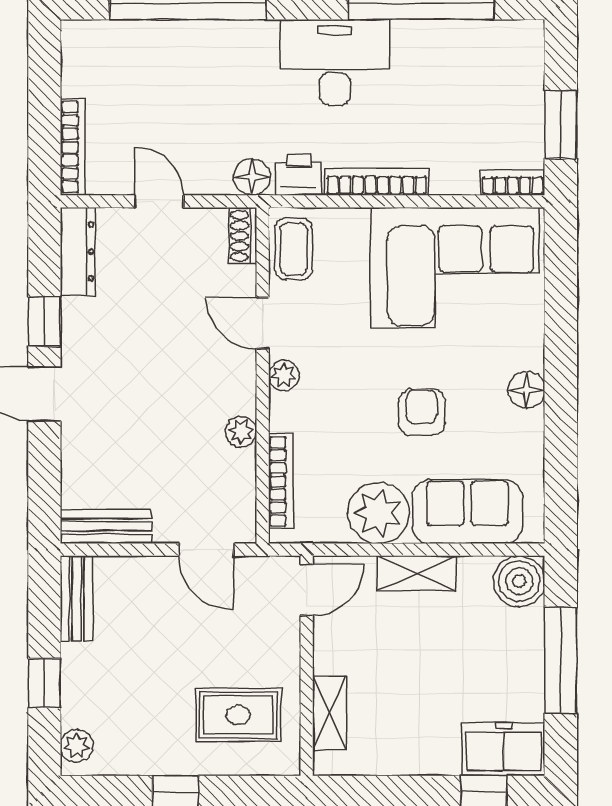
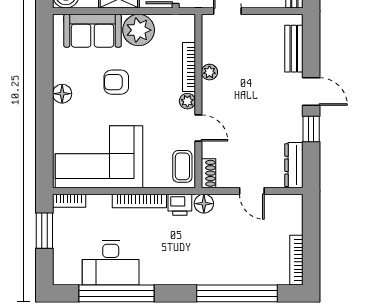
desk: (335, 62) -> (111, 263), moved
bookcase: (73, 147) -> (296, 260), moved
armchair: (422, 412) -> (116, 82), turned 90
bookcase: (281, 481) -> (189, 67), moved
bench: (106, 526) -> (294, 49), moved, turned 90

